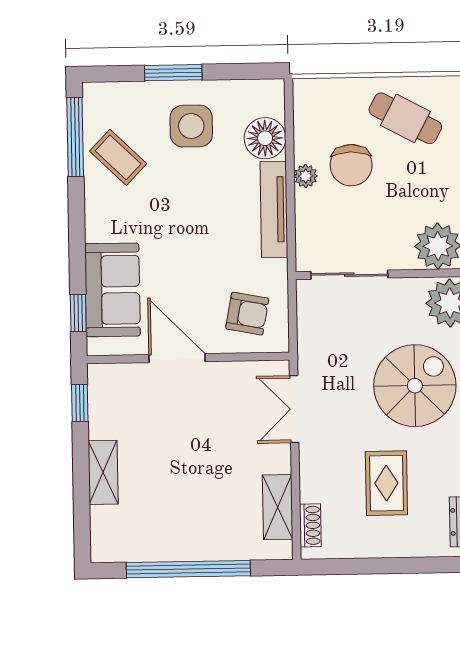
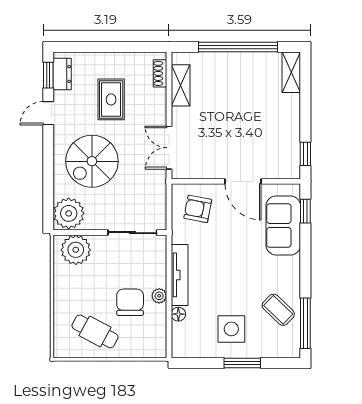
floor lamp: (265, 138) -> (178, 314), width x0.53, depth x0.53
double door: (294, 409) -> (169, 148), swing flipped
shelving: (103, 472) -> (291, 72), moved

